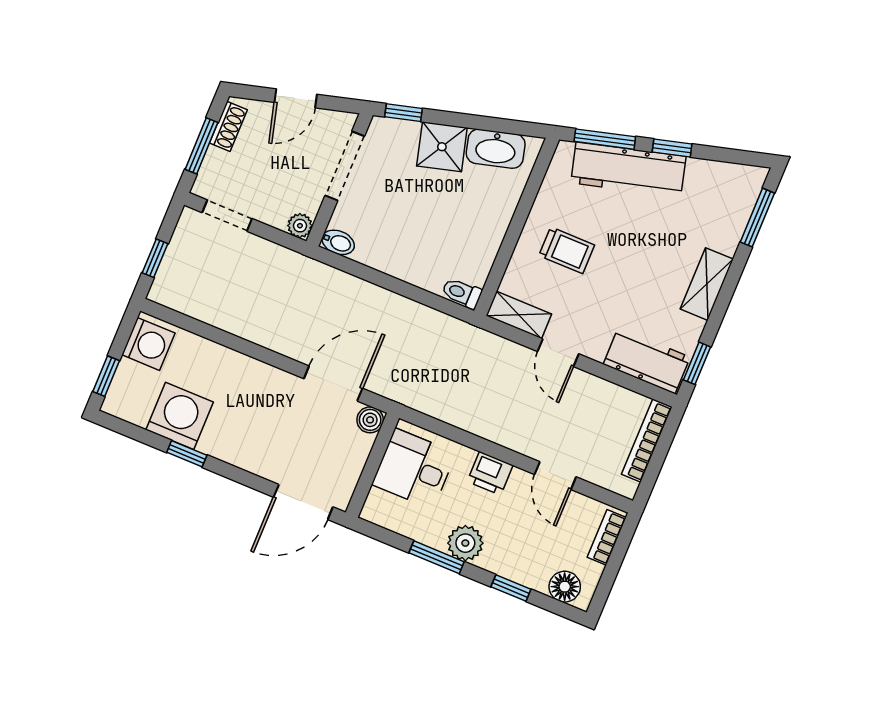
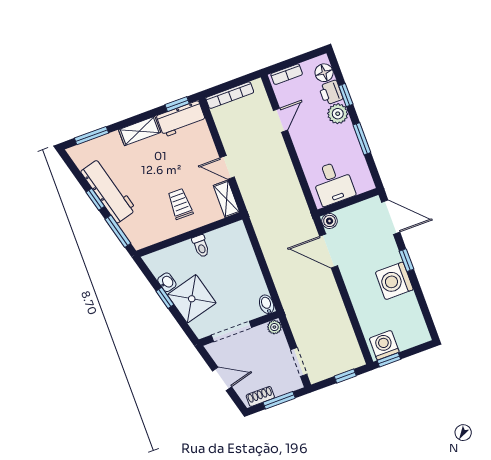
window: (403, 113) -> (165, 298), moved
shower: (442, 147) -> (192, 299), width x1.36, depth x1.36
washbasin: (496, 149) -> (167, 282), width x0.52, depth x0.69
workbench: (628, 170) -> (109, 191), moved
toilet: (462, 293) -> (201, 246), moved
door: (558, 353) -> (227, 167), swing flipped
workbench: (647, 361) -> (181, 119), moved, turned -90
window: (106, 376) -> (389, 360), moved
washing machine: (180, 416) -> (394, 281), moved
window: (187, 454) -> (407, 260), moved
printer: (490, 473) -> (331, 93), moved, turned 180
plant: (465, 543) -> (338, 114), moved

